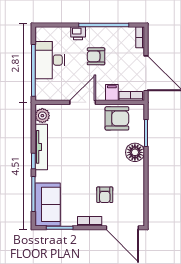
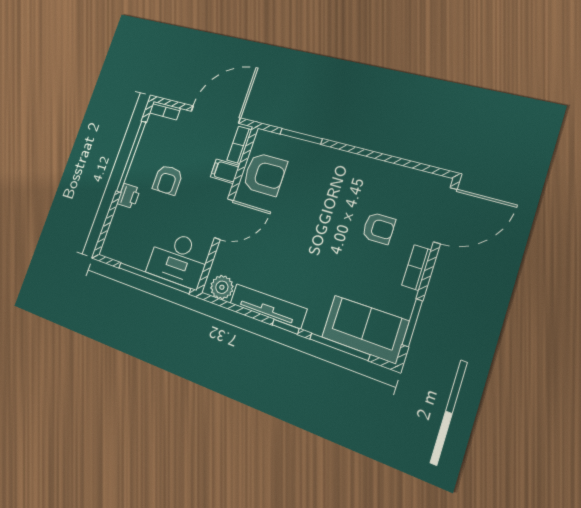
desk: (50, 60) -> (178, 259), moved
door: (83, 102) -> (224, 219), swing flipped
armchair: (117, 118) -> (265, 174), turned 90
floor lamp: (135, 152) -> (325, 161), removed

